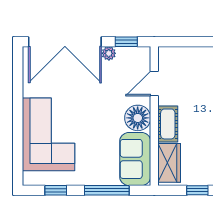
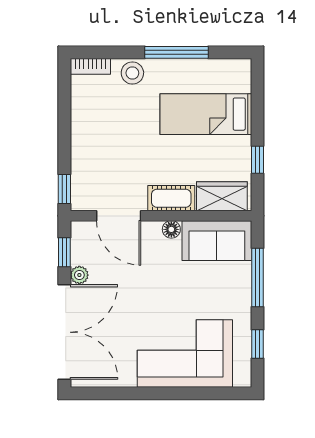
window: (175, 42) -> (64, 189), added
door: (154, 83) -> (119, 216), width x1.38
floor lamp: (138, 118) -> (171, 229), width x0.53, depth x0.53

